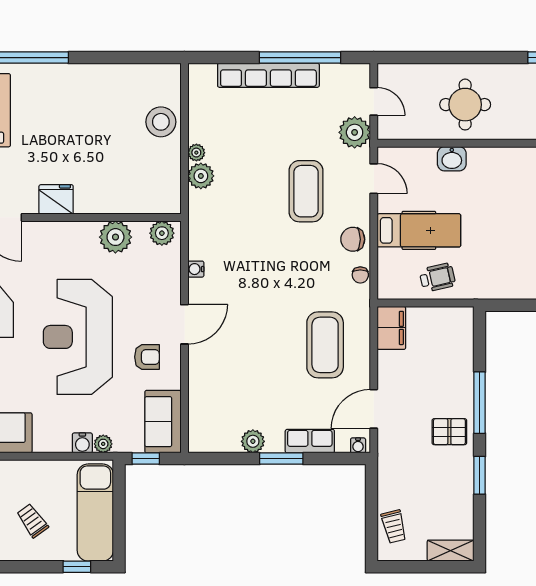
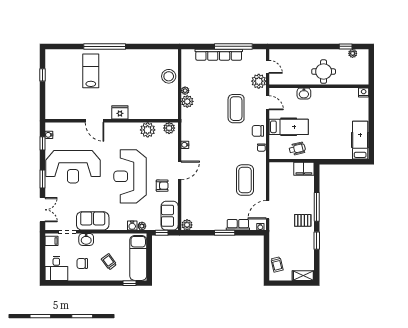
round table: (465, 105) -> (324, 72), moved
filing cabinet: (391, 328) -> (304, 169), moved, turned 90
plant: (253, 441) -> (187, 225), moved

